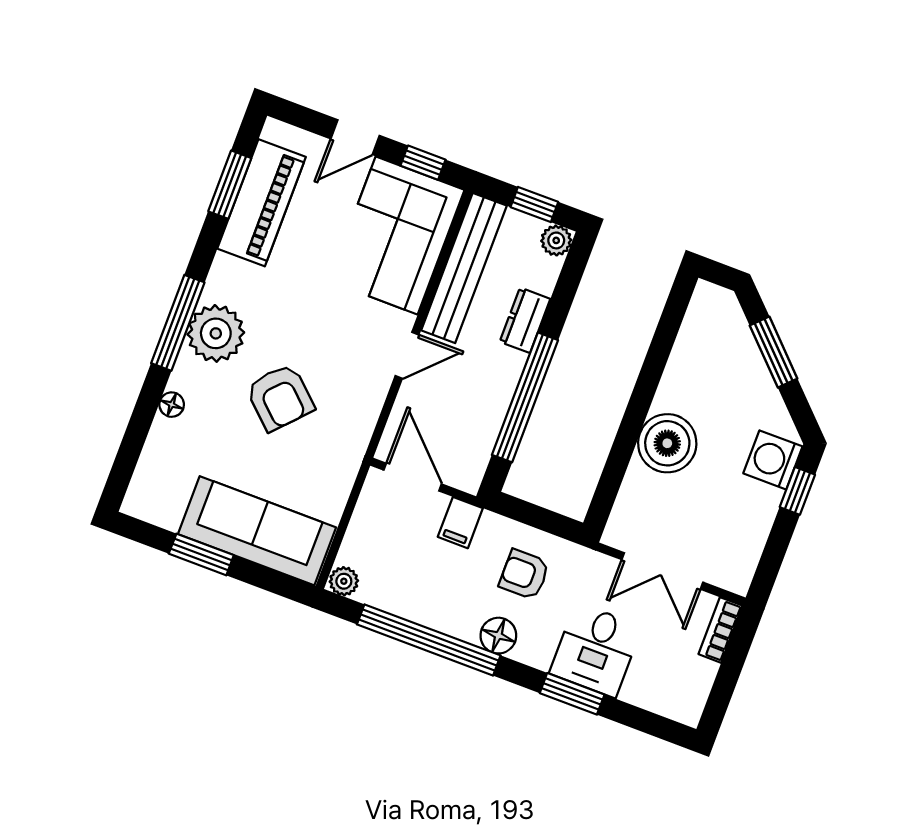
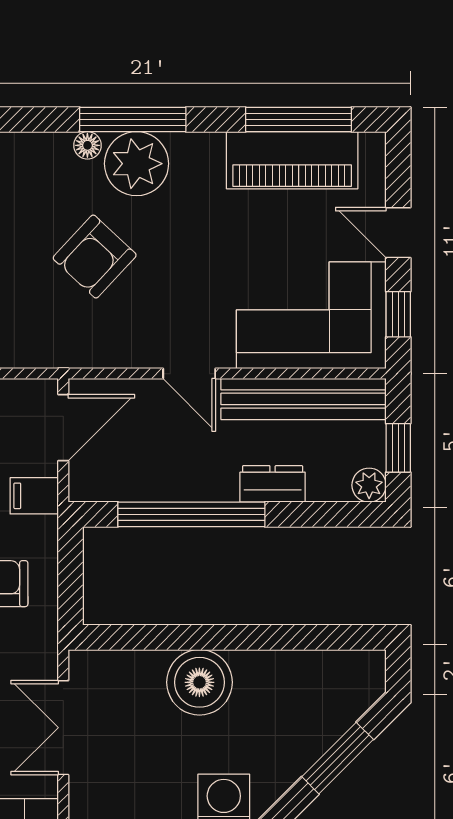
window: (230, 185) -> (299, 119), width x1.44
floor lamp: (172, 405) -> (87, 145), moved

